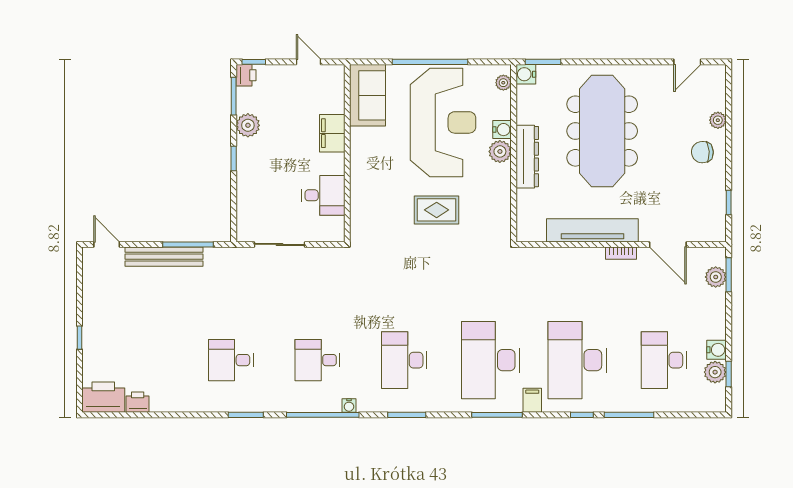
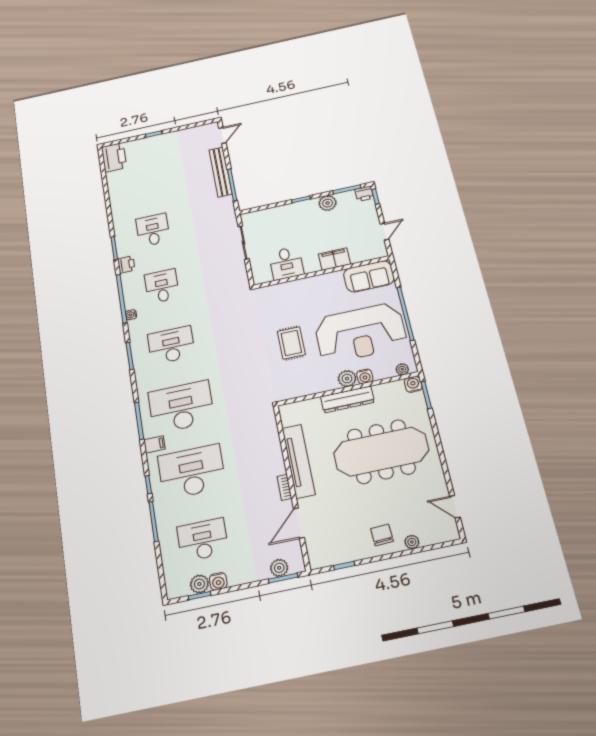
printer: (138, 402) -> (126, 265), moved

